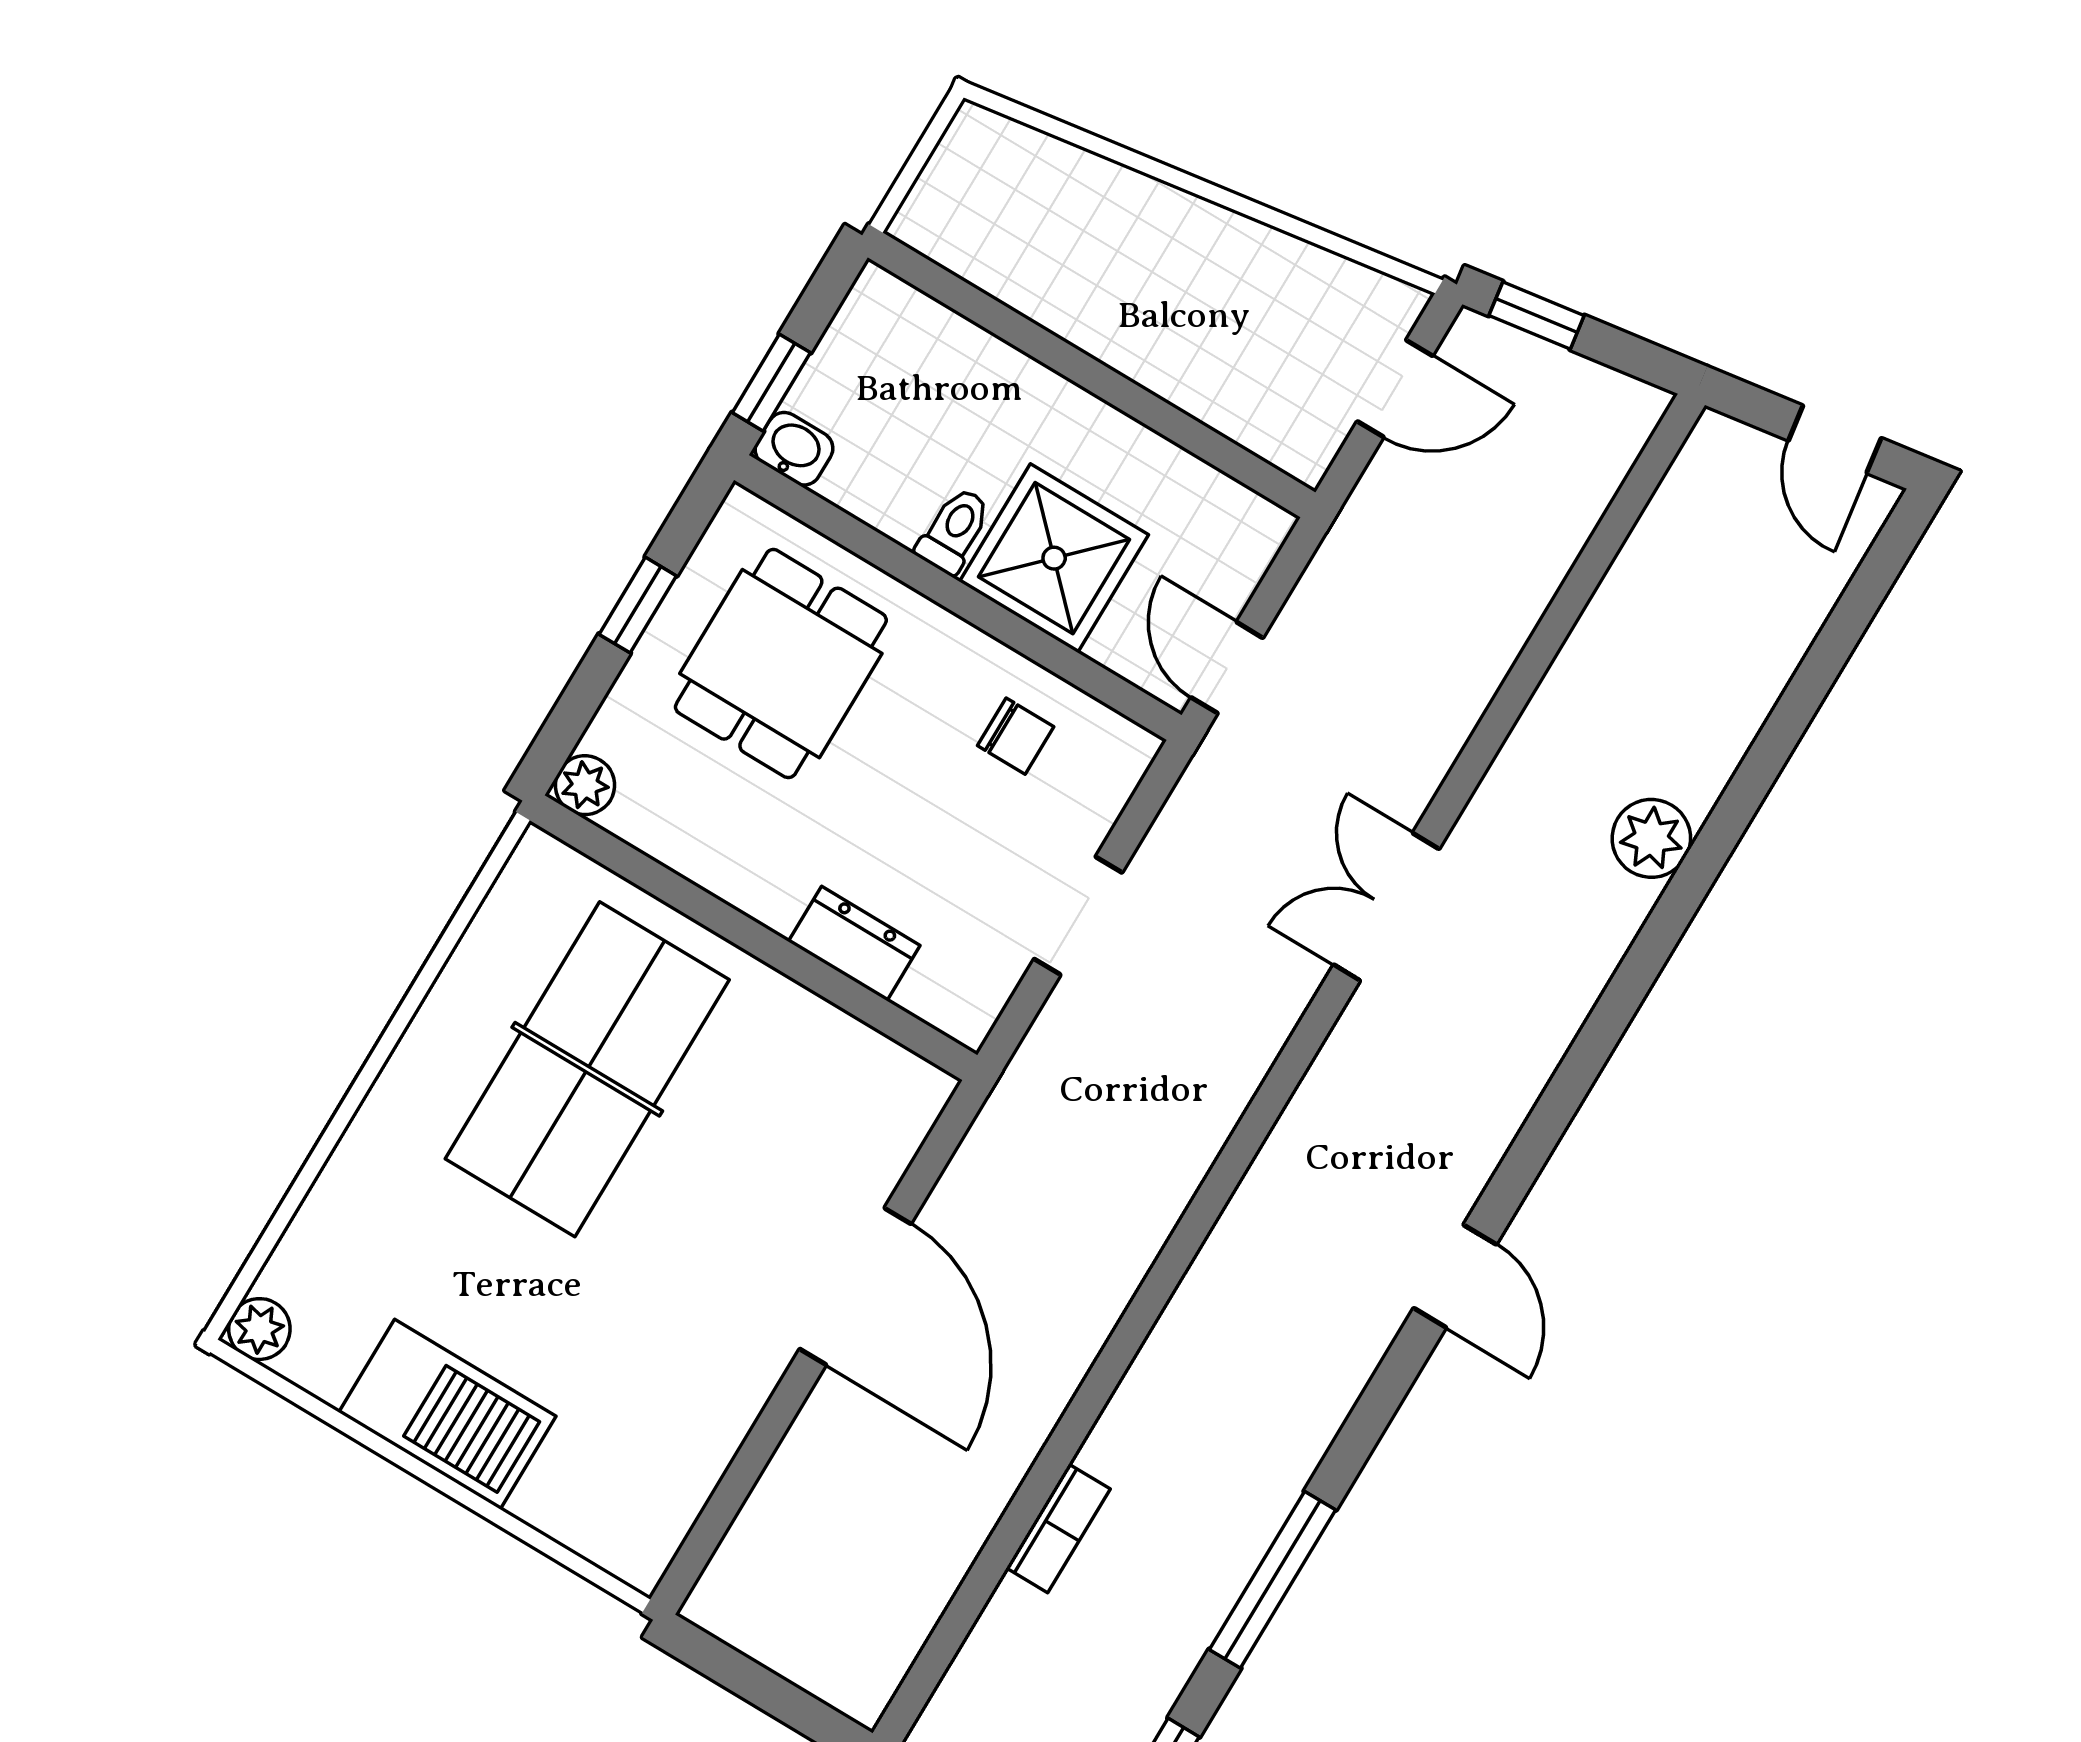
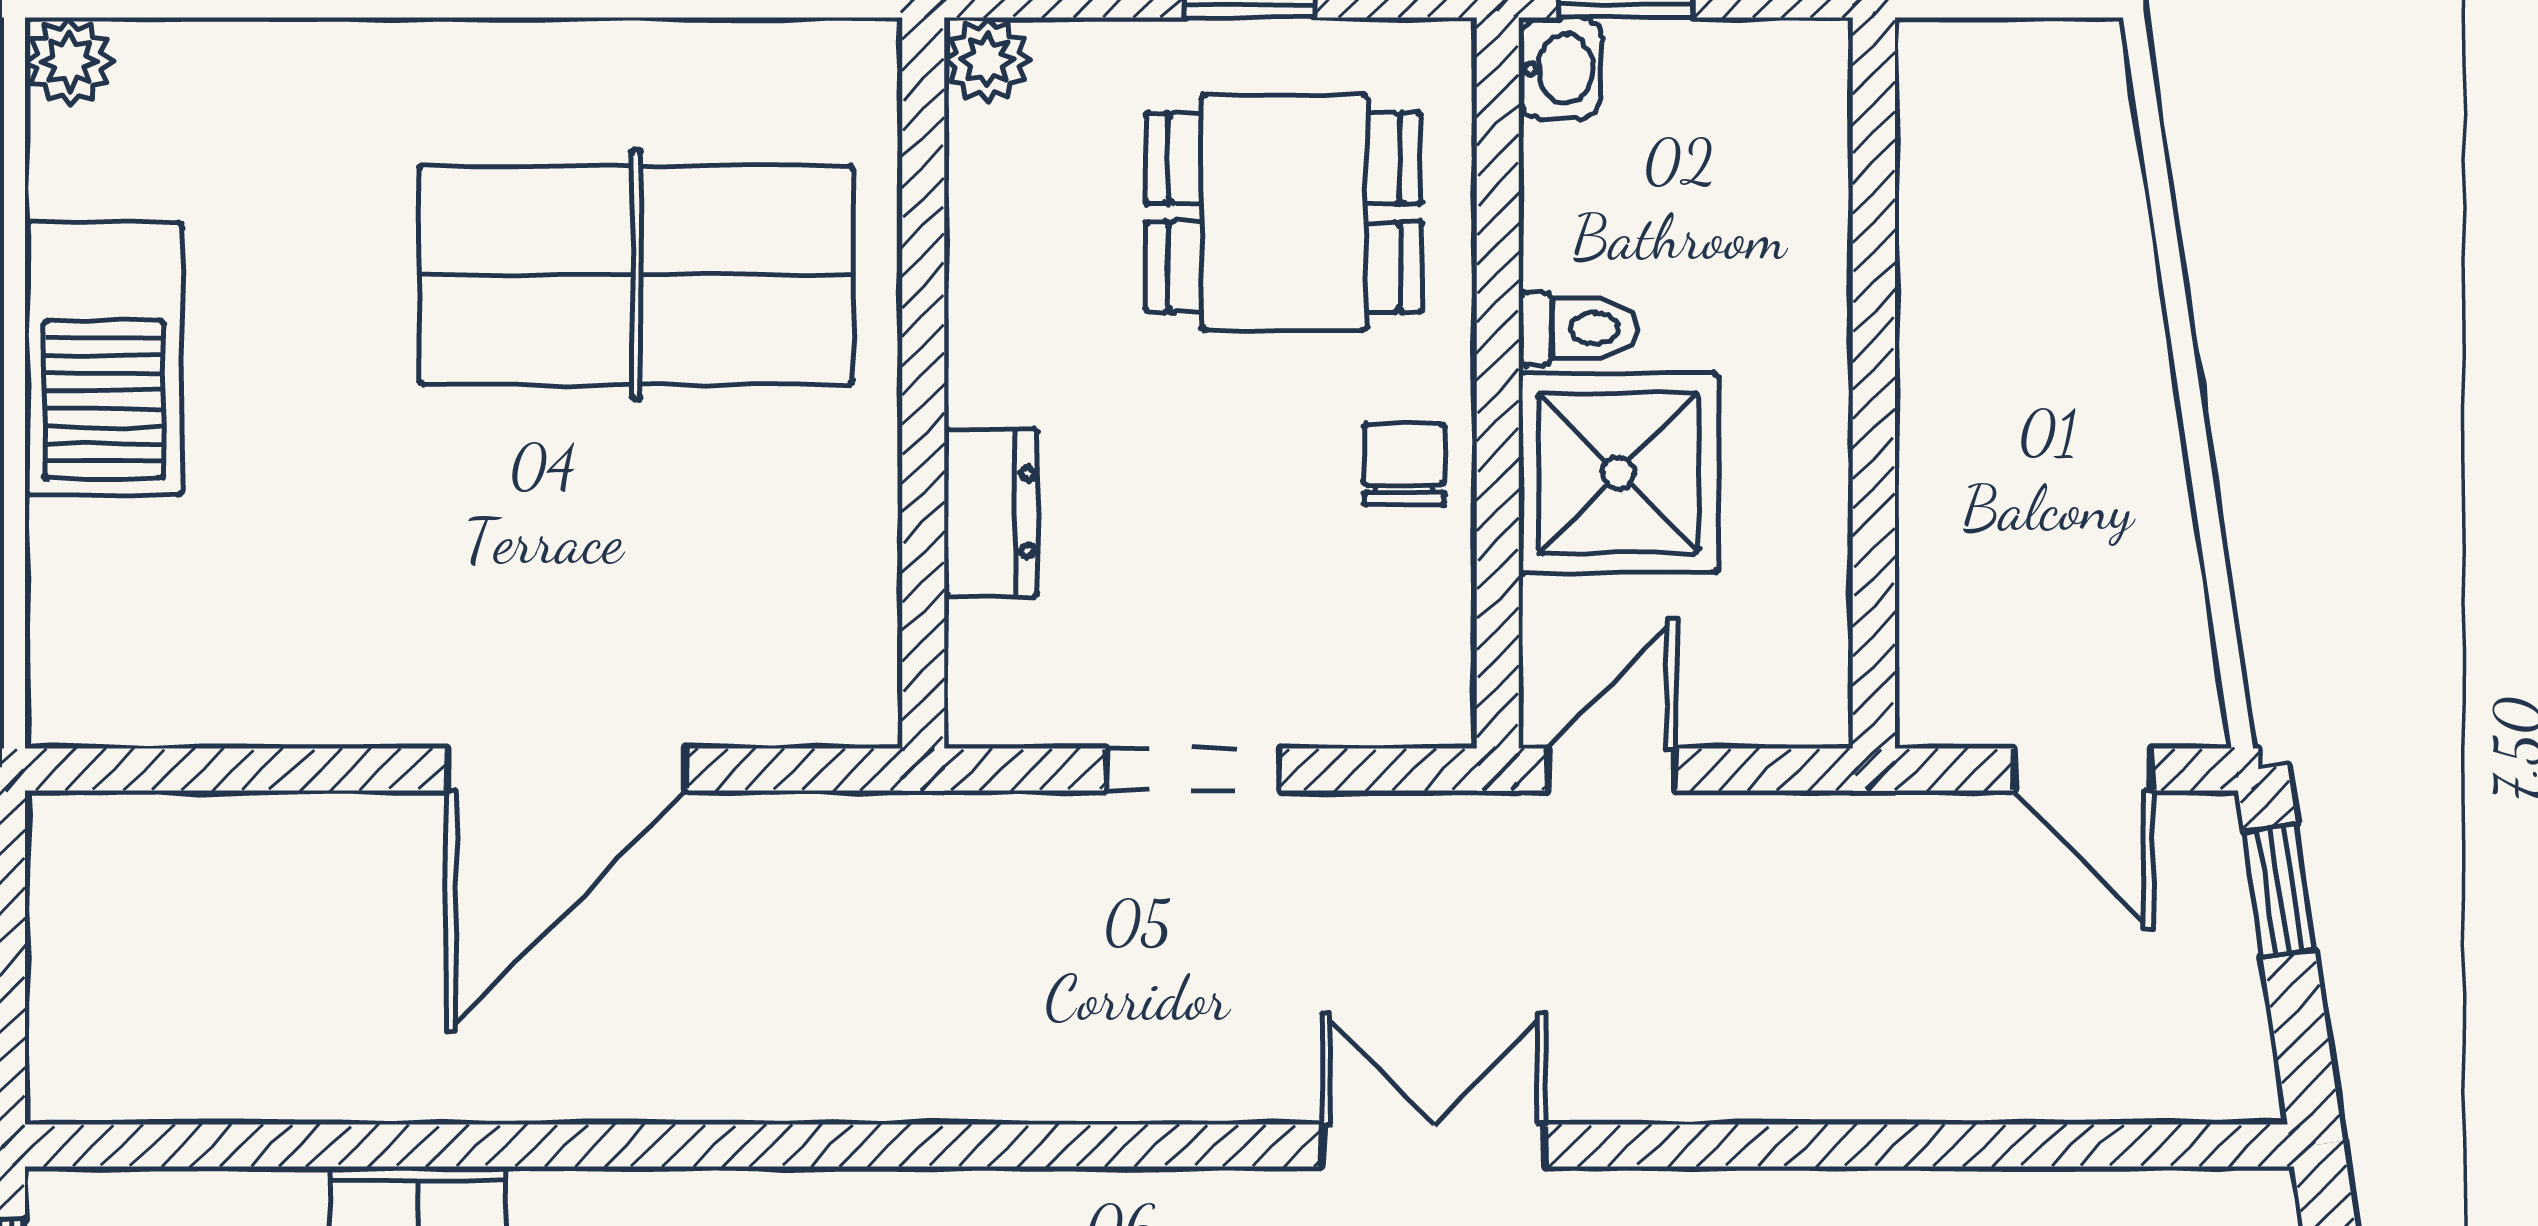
chair: (1016, 736) -> (1404, 464), moved, turned 180

